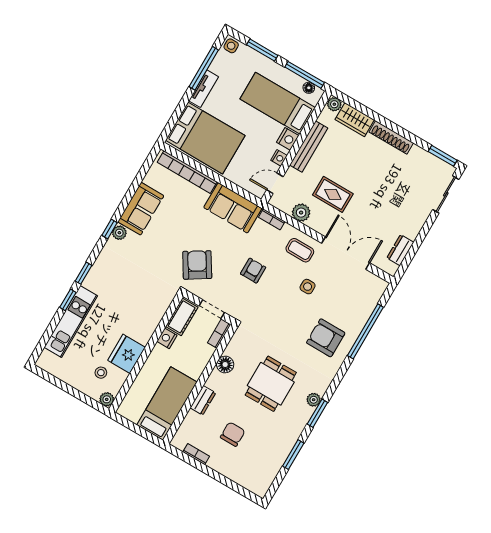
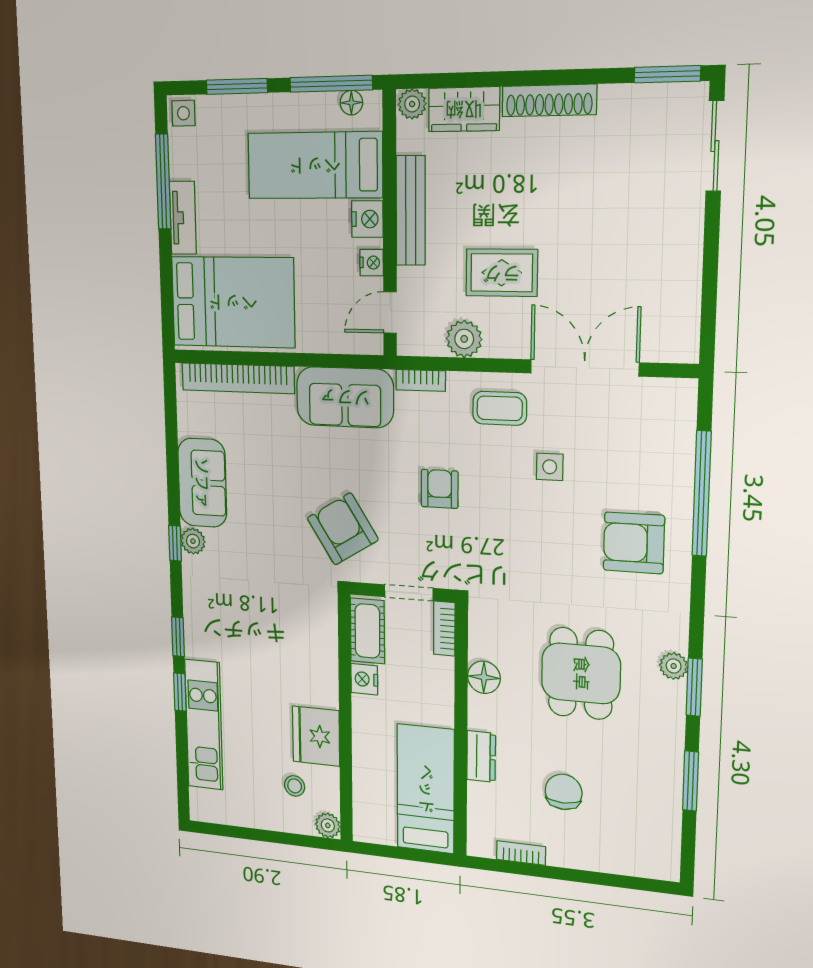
dresser: (400, 250) -> (684, 305), removed

